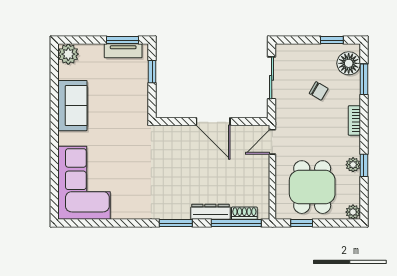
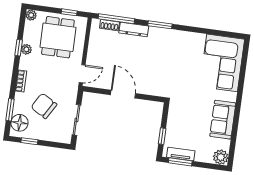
chair: (319, 91) -> (44, 106), width x1.87, depth x1.87

